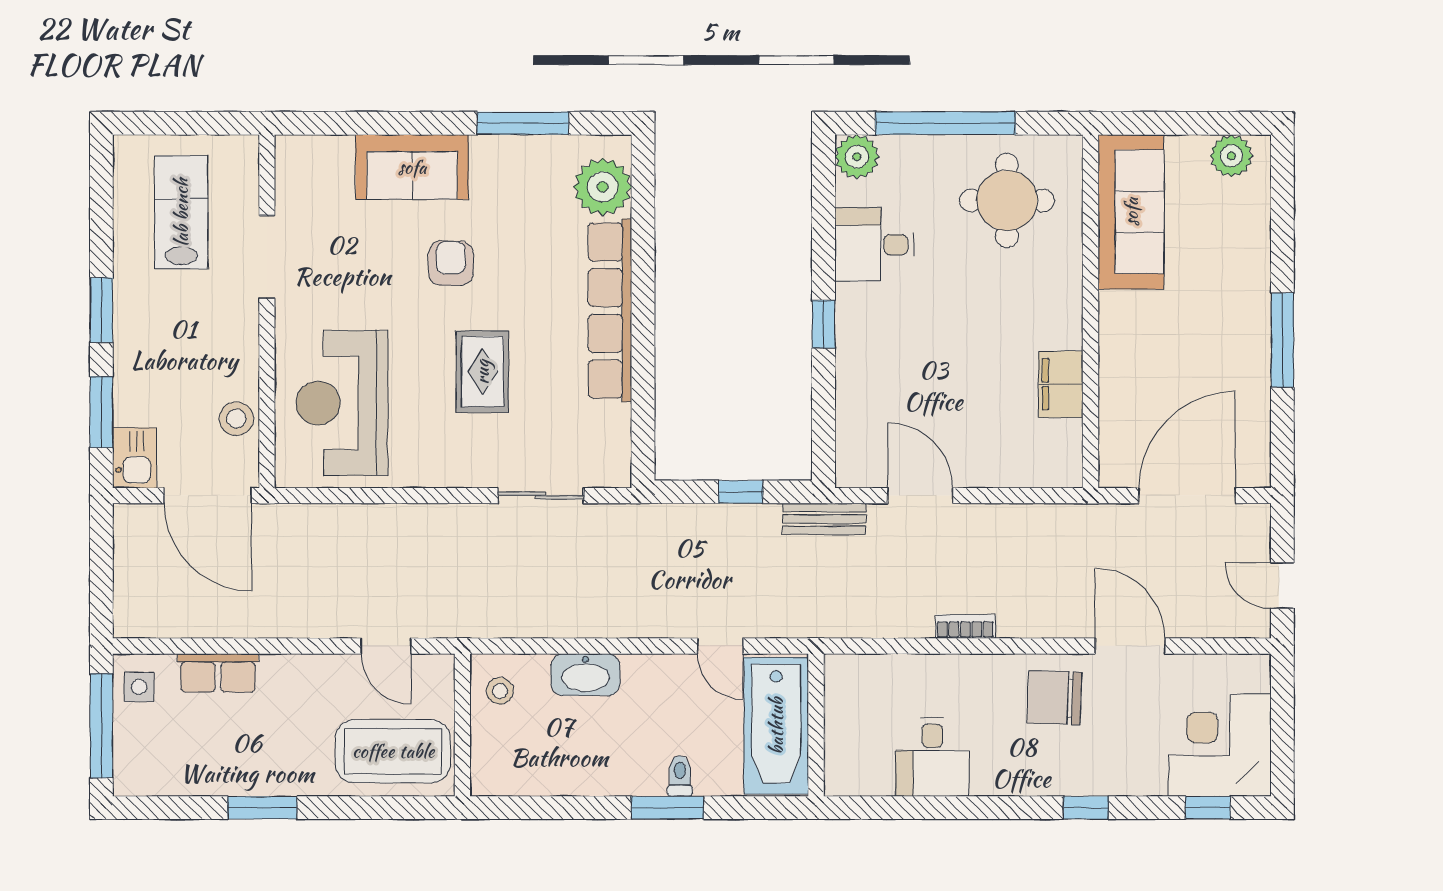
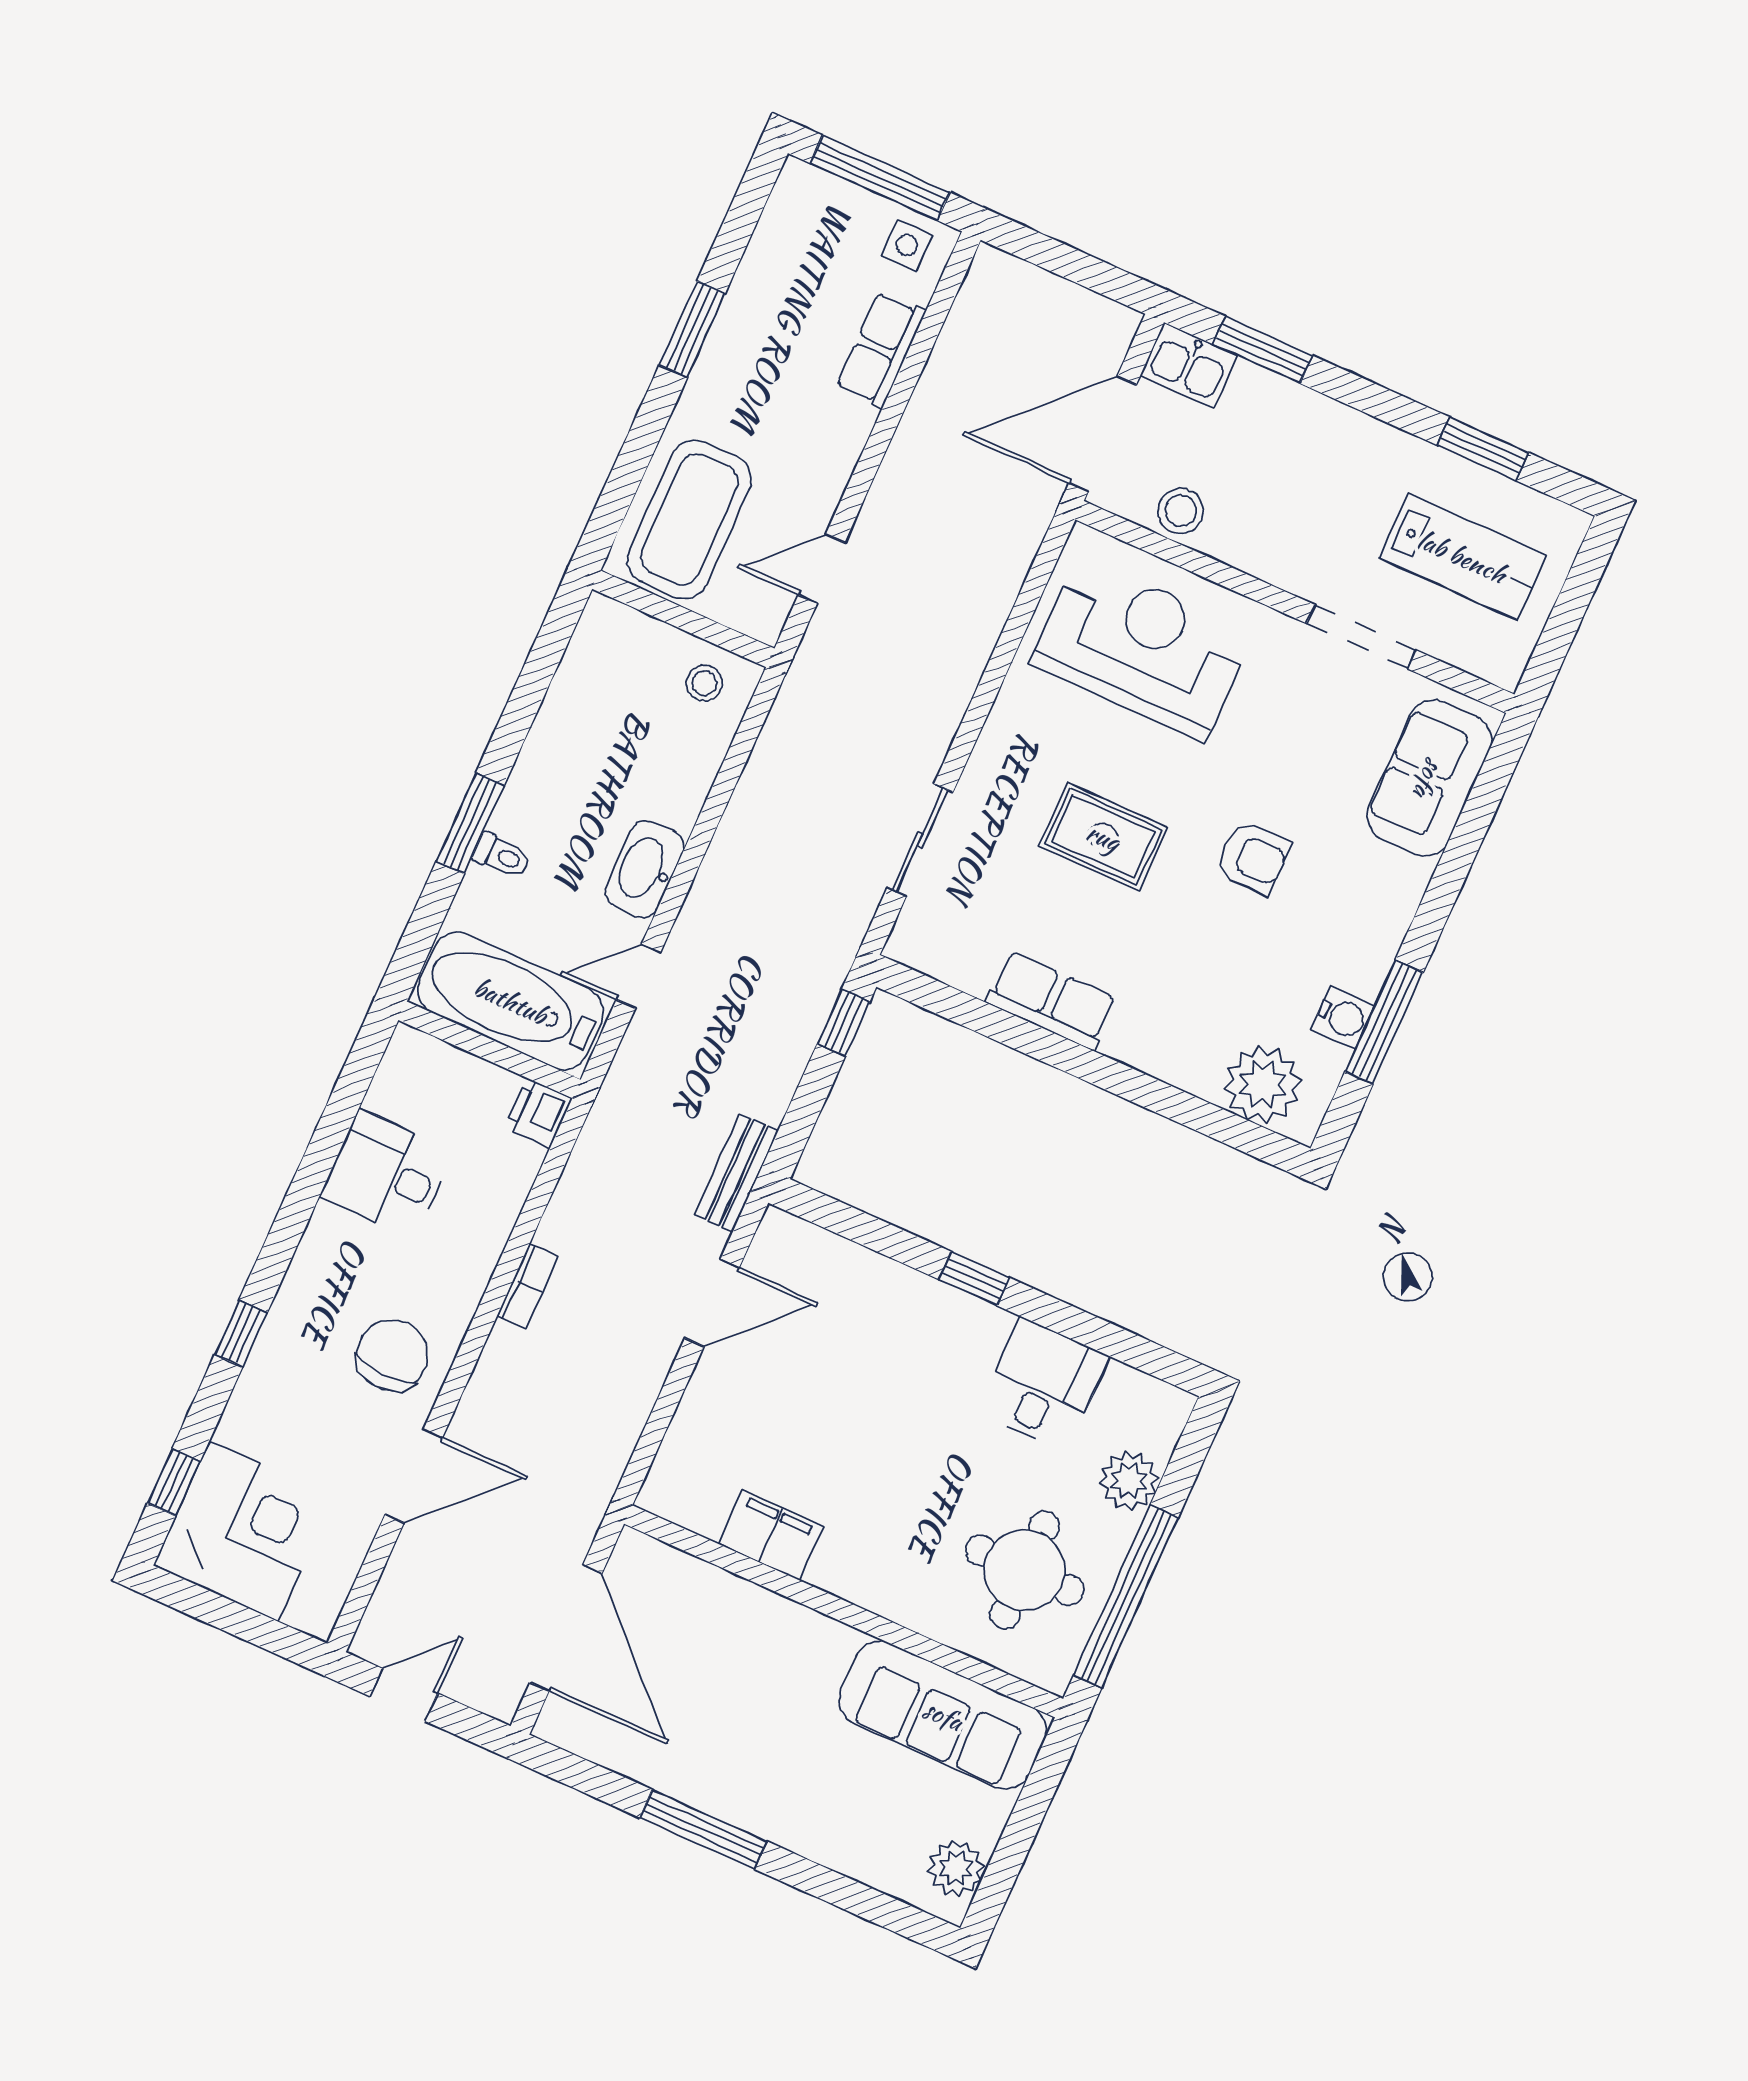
window: (945, 123) -> (1126, 1597), moved
water cooler: (532, 153) -> (1343, 1017), added
plant: (857, 157) -> (1129, 1481), moved
sofa: (412, 167) -> (1429, 778), moved
window: (101, 310) -> (1483, 449), moved
row of seats: (610, 310) -> (1052, 1001), width x0.50
window: (741, 492) -> (844, 1023), moved
printer: (844, 672) -> (538, 1113), added
washbasin: (585, 675) -> (645, 869), moved

